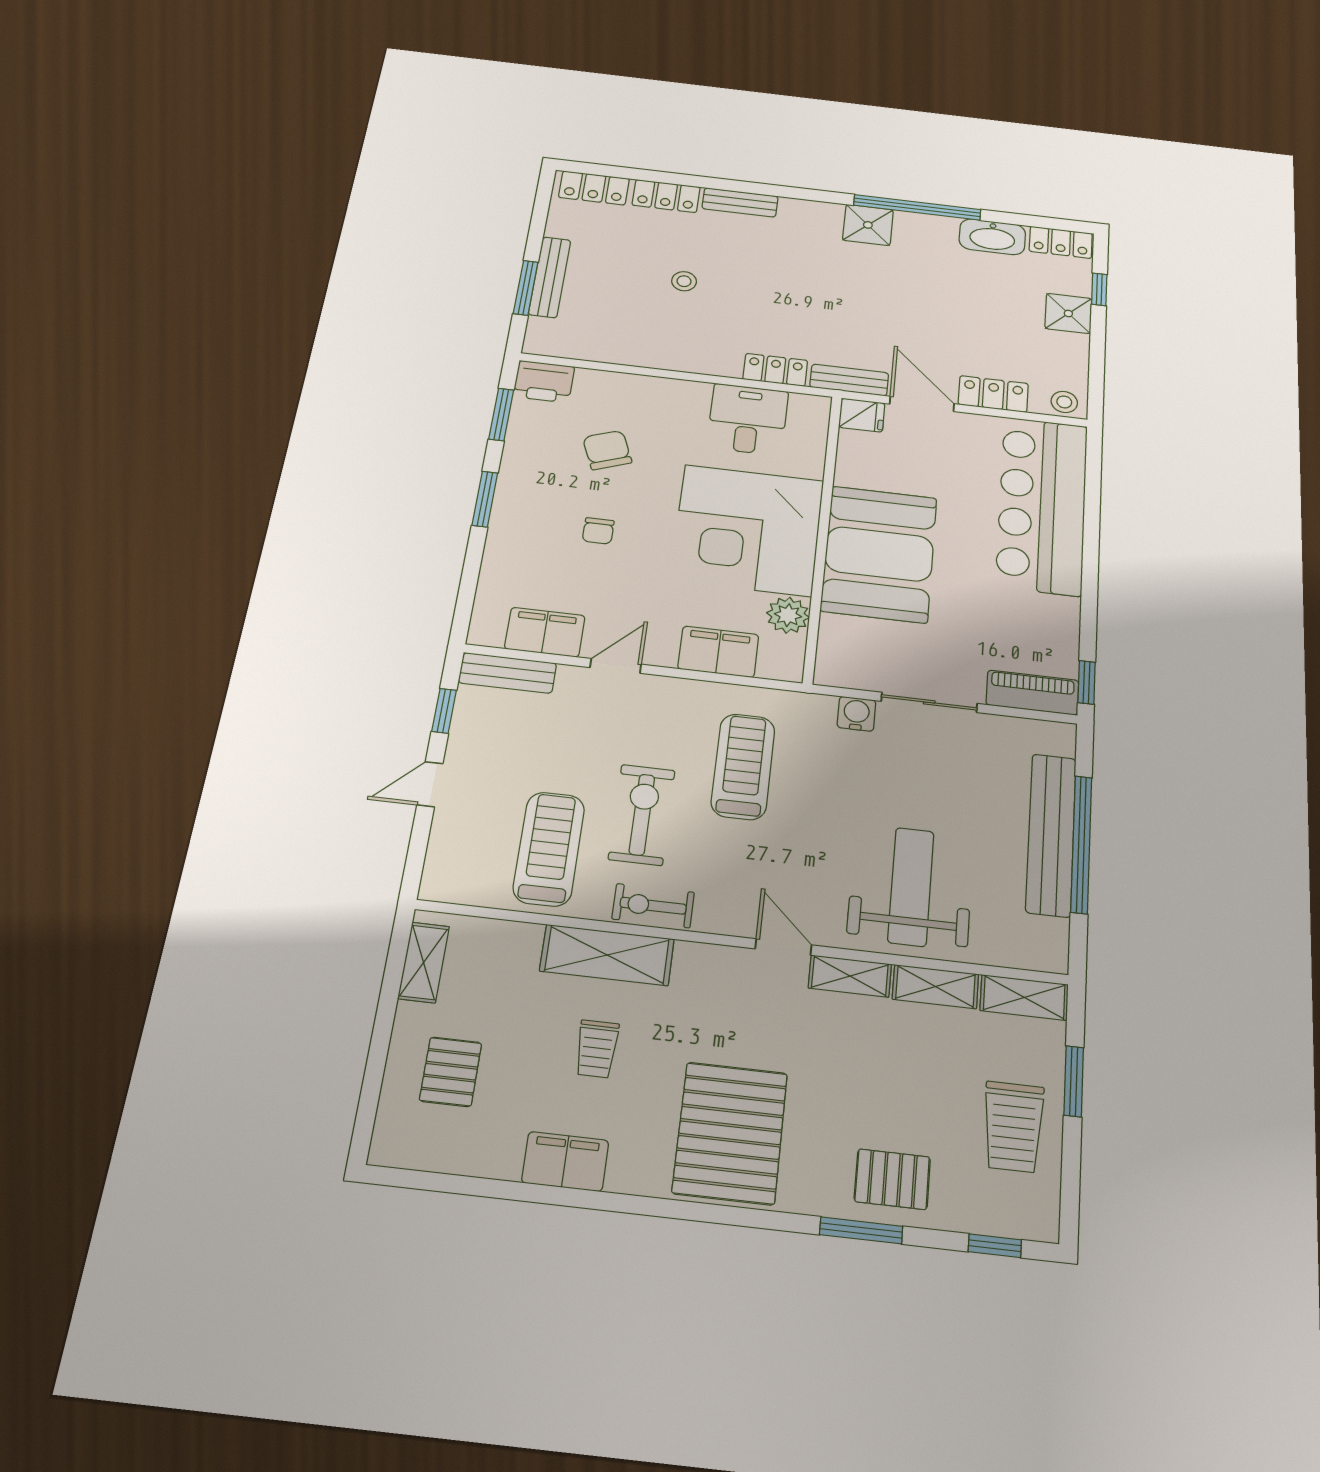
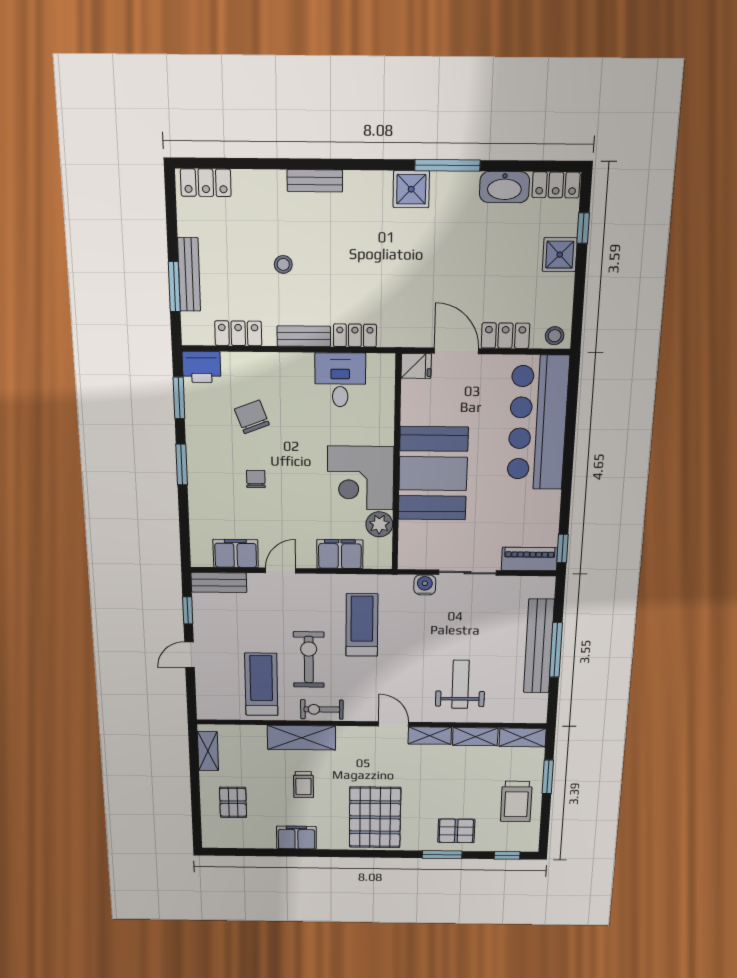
locker: (666, 196) -> (238, 333), moved, turned 180
window: (917, 207) -> (447, 165), width x0.68
bench: (849, 380) -> (304, 336), moved
corner desk: (748, 530) -> (361, 478), width x0.74, depth x0.74
chair: (598, 531) -> (256, 479), turned 180
window: (1081, 844) -> (556, 650), width x0.68
weight bench: (911, 887) -> (460, 684), width x0.73, depth x0.75

